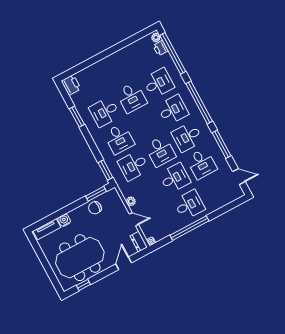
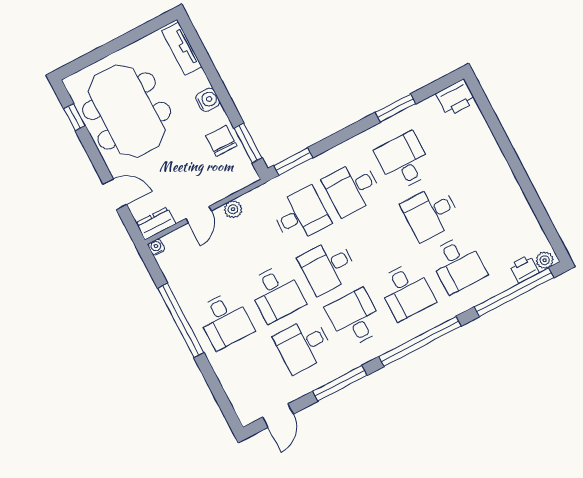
desk: (133, 166) -> (301, 215), turned 90
water cooler: (64, 220) -> (208, 100), moved

